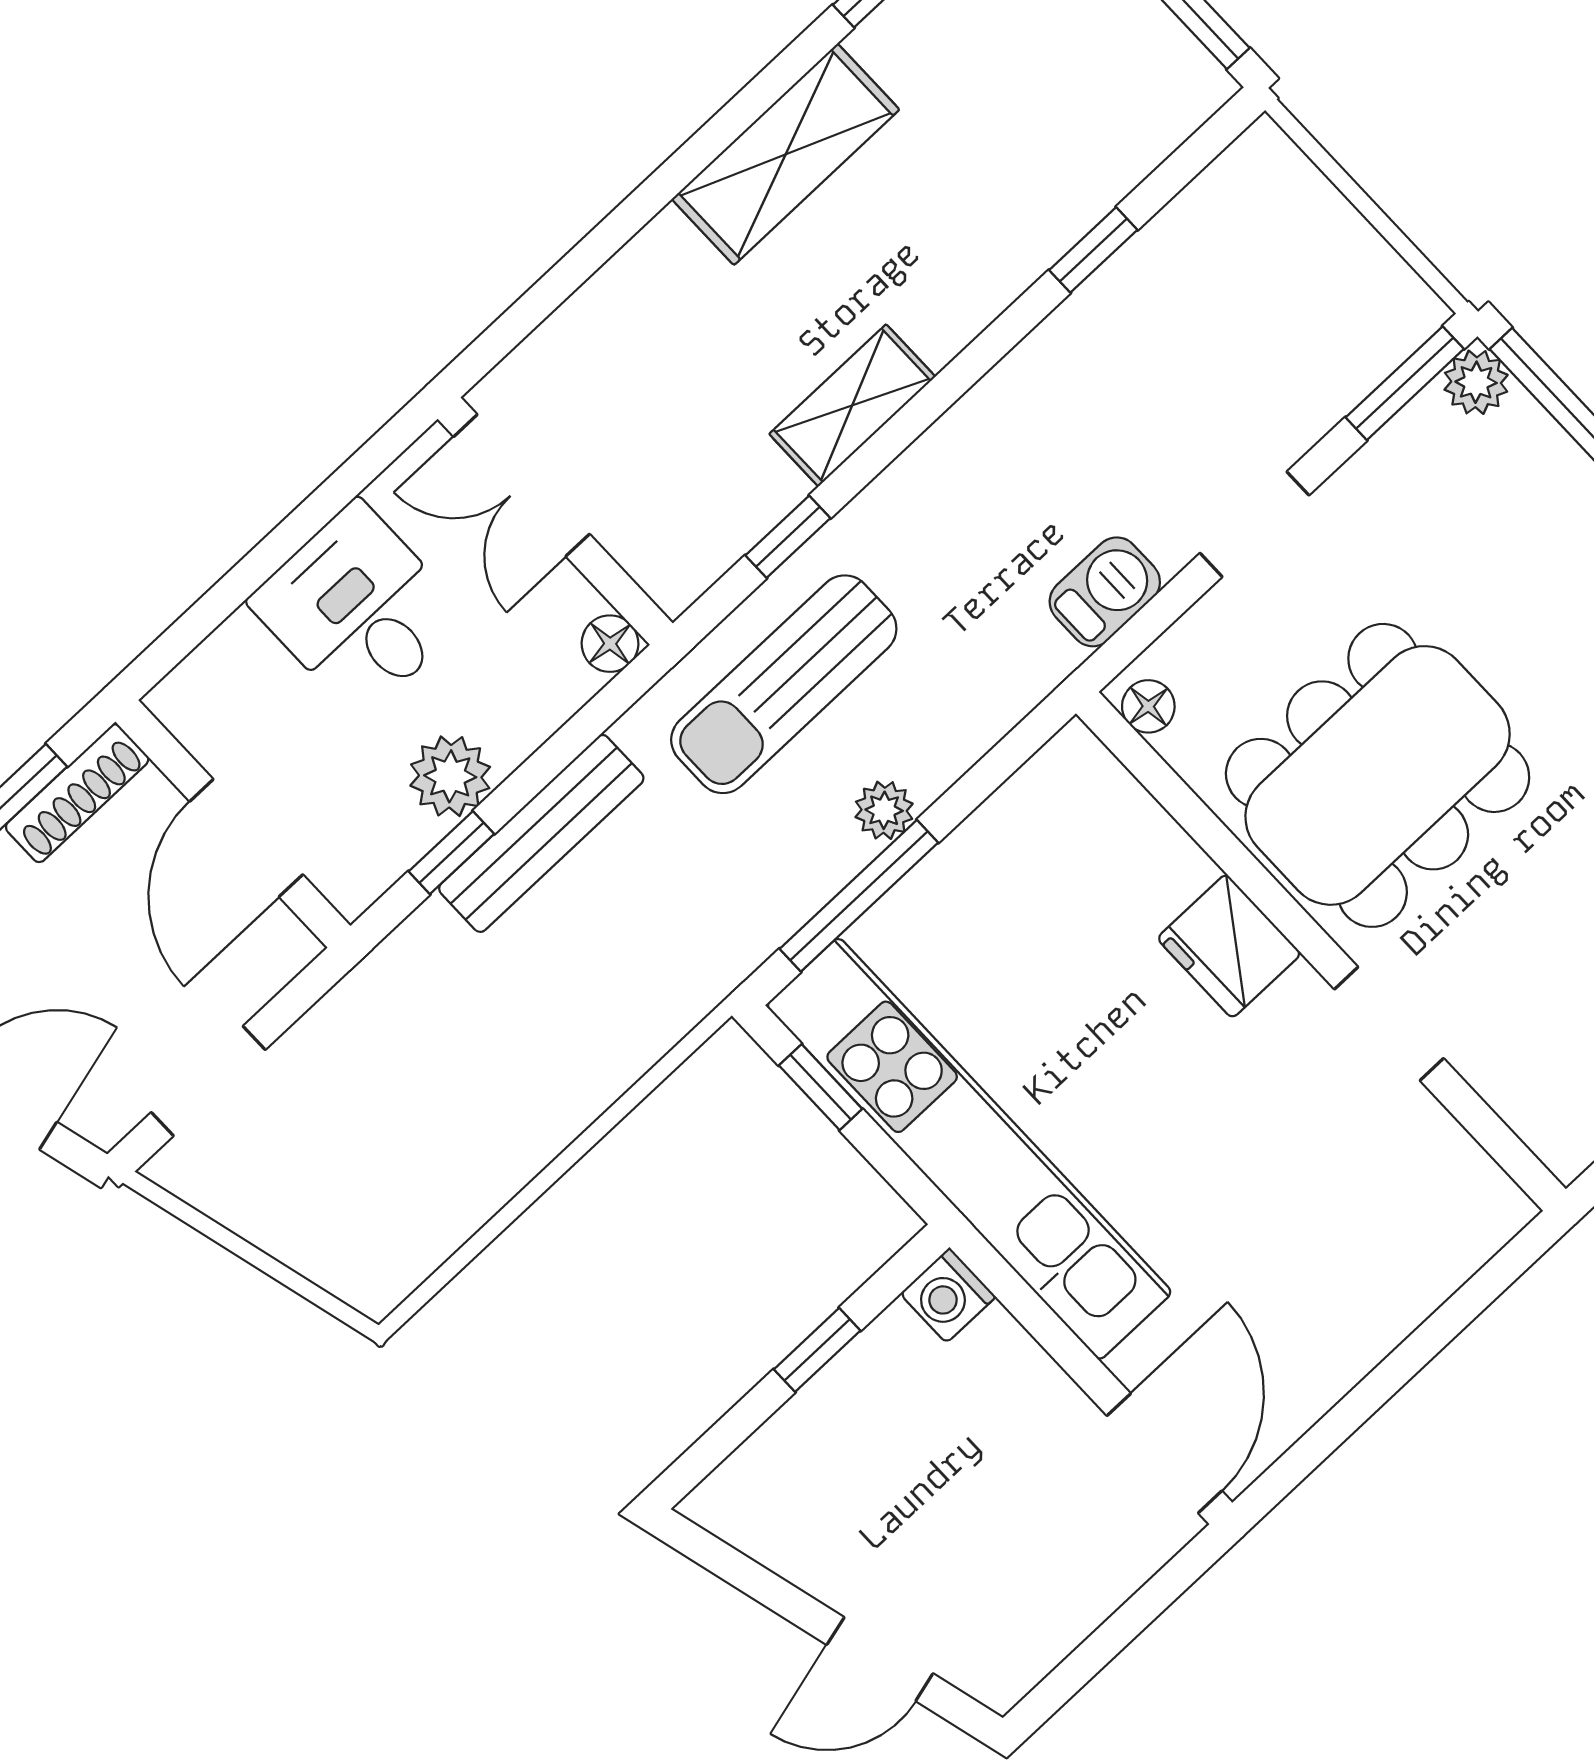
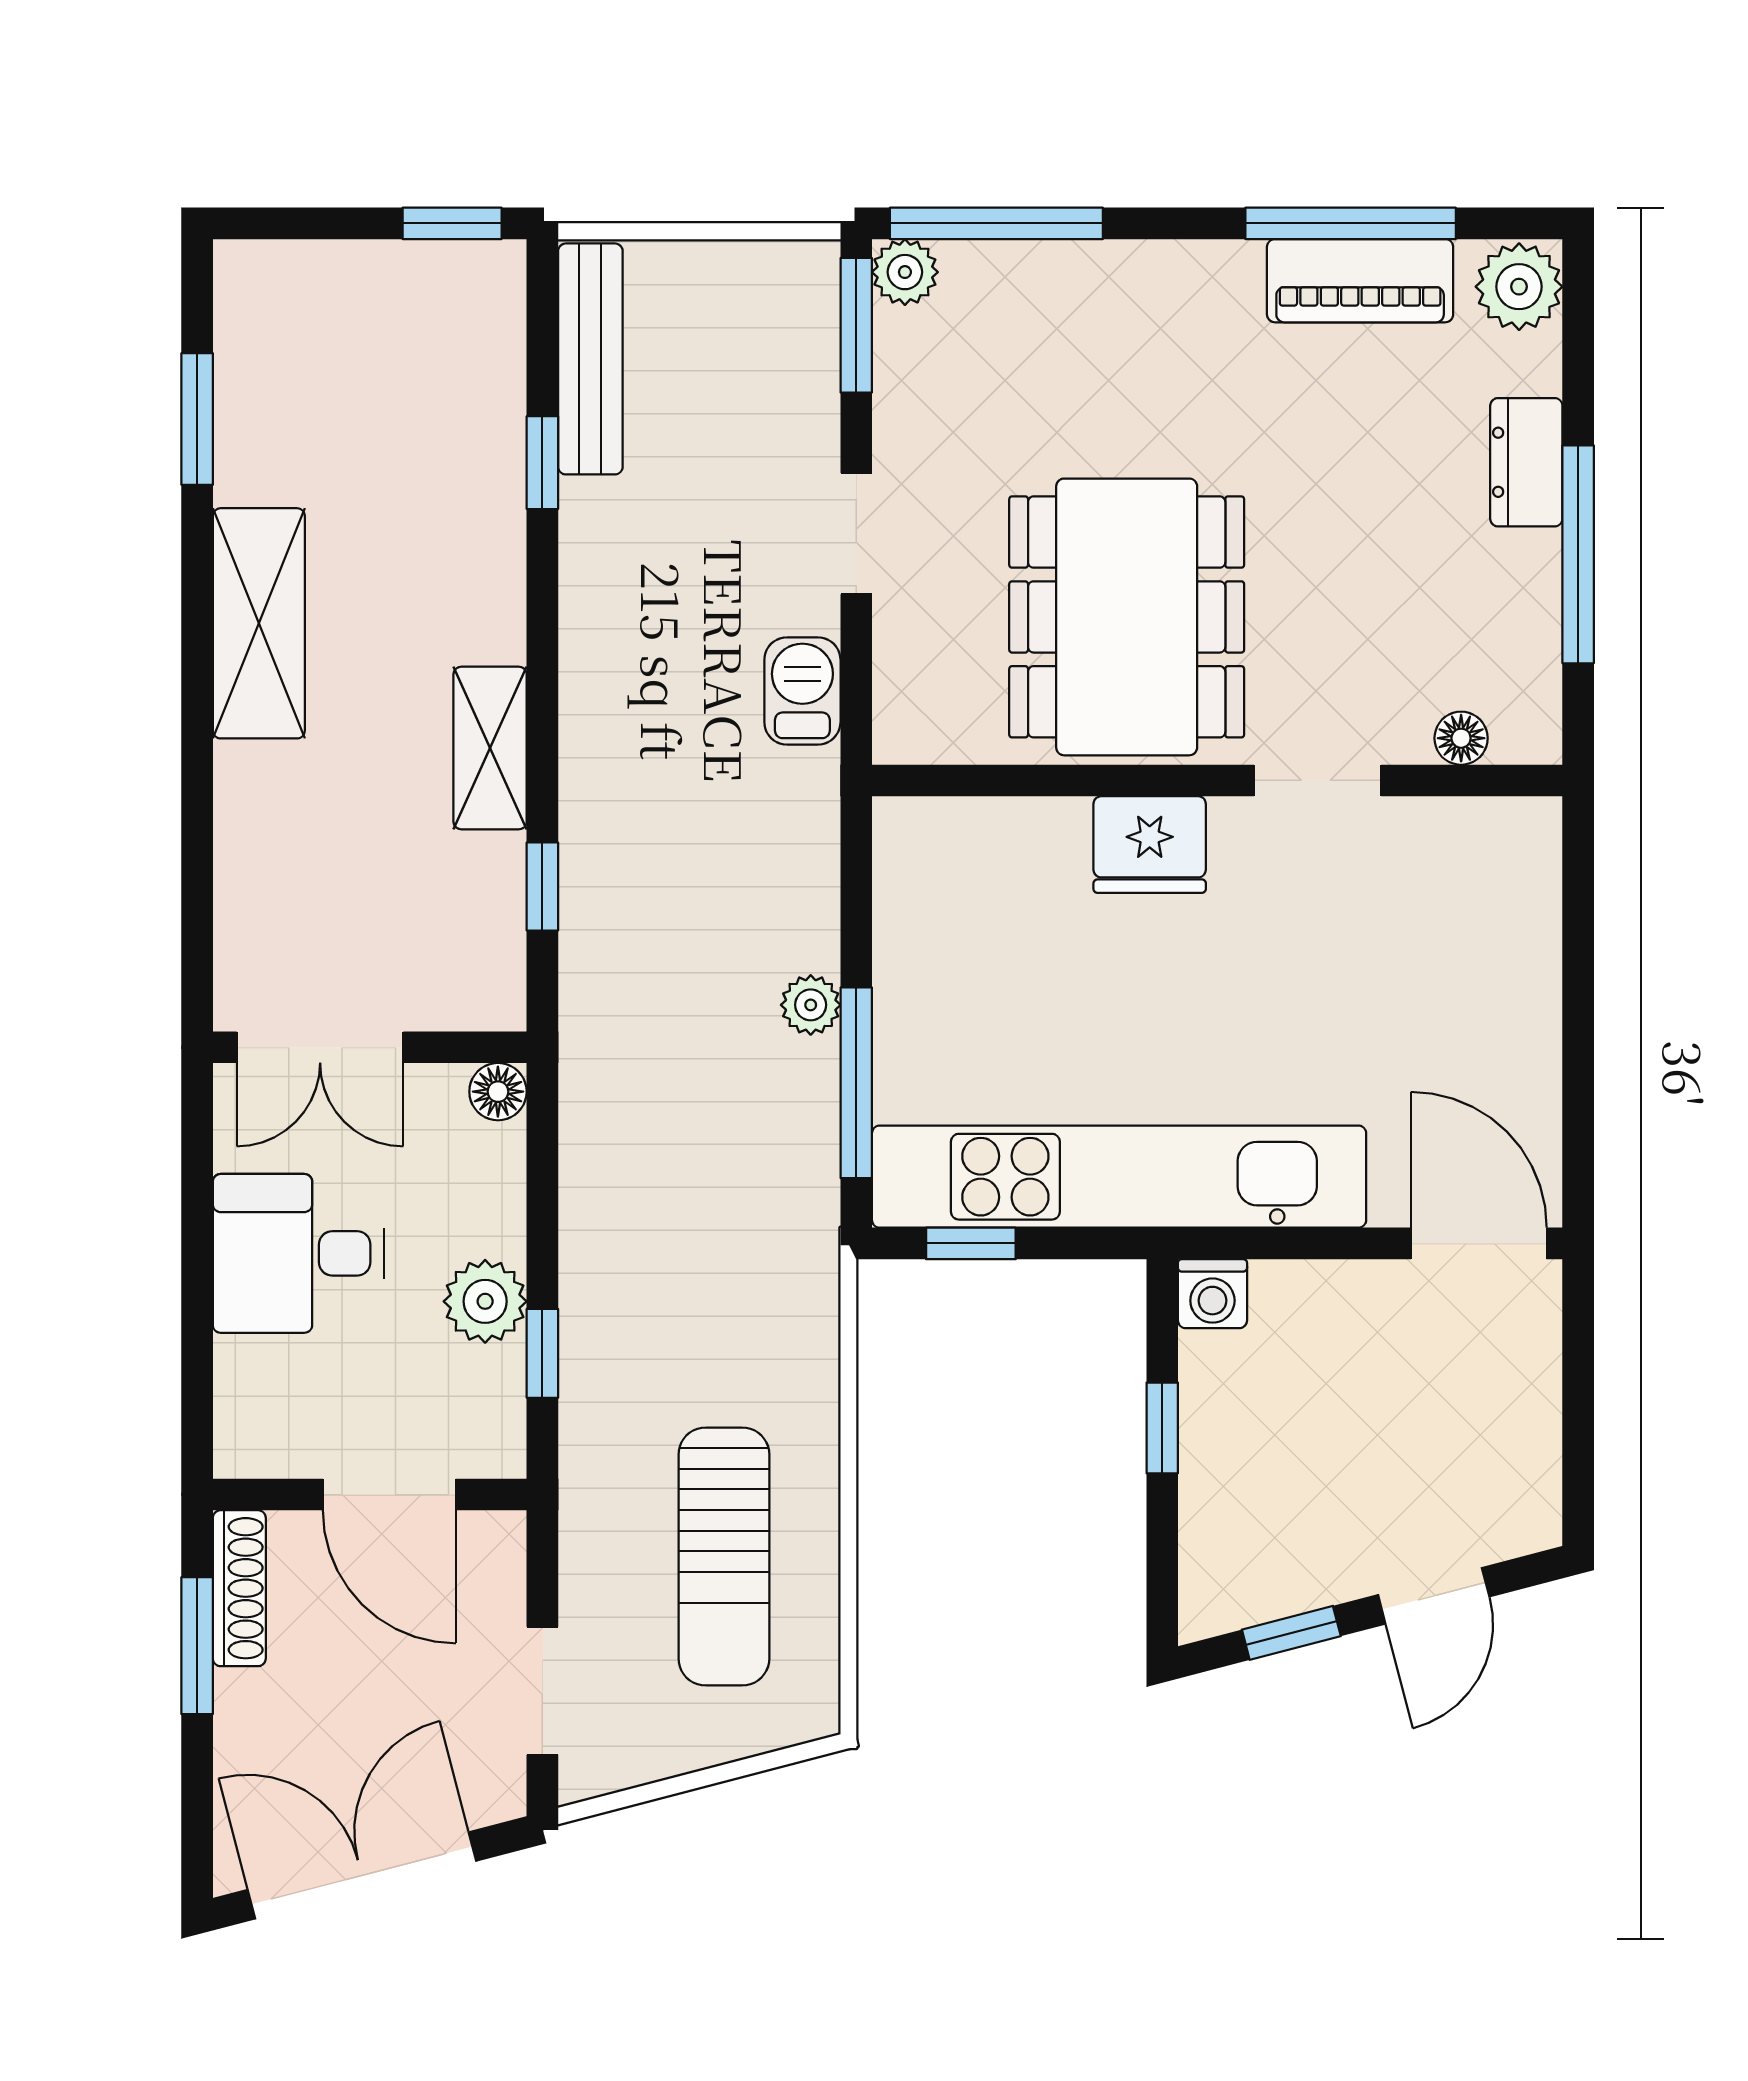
sun lounger: (784, 684) -> (724, 1557), moved
floor lamp: (1148, 706) -> (1461, 738), moved
bench: (541, 833) -> (590, 359), moved
window: (757, 1582) -> (1291, 1633), added

